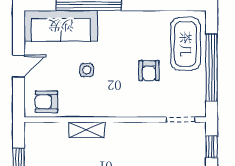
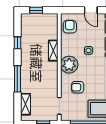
armchair: (149, 71) -> (78, 87), moved
plant: (111, 103) -> (69, 65), added

